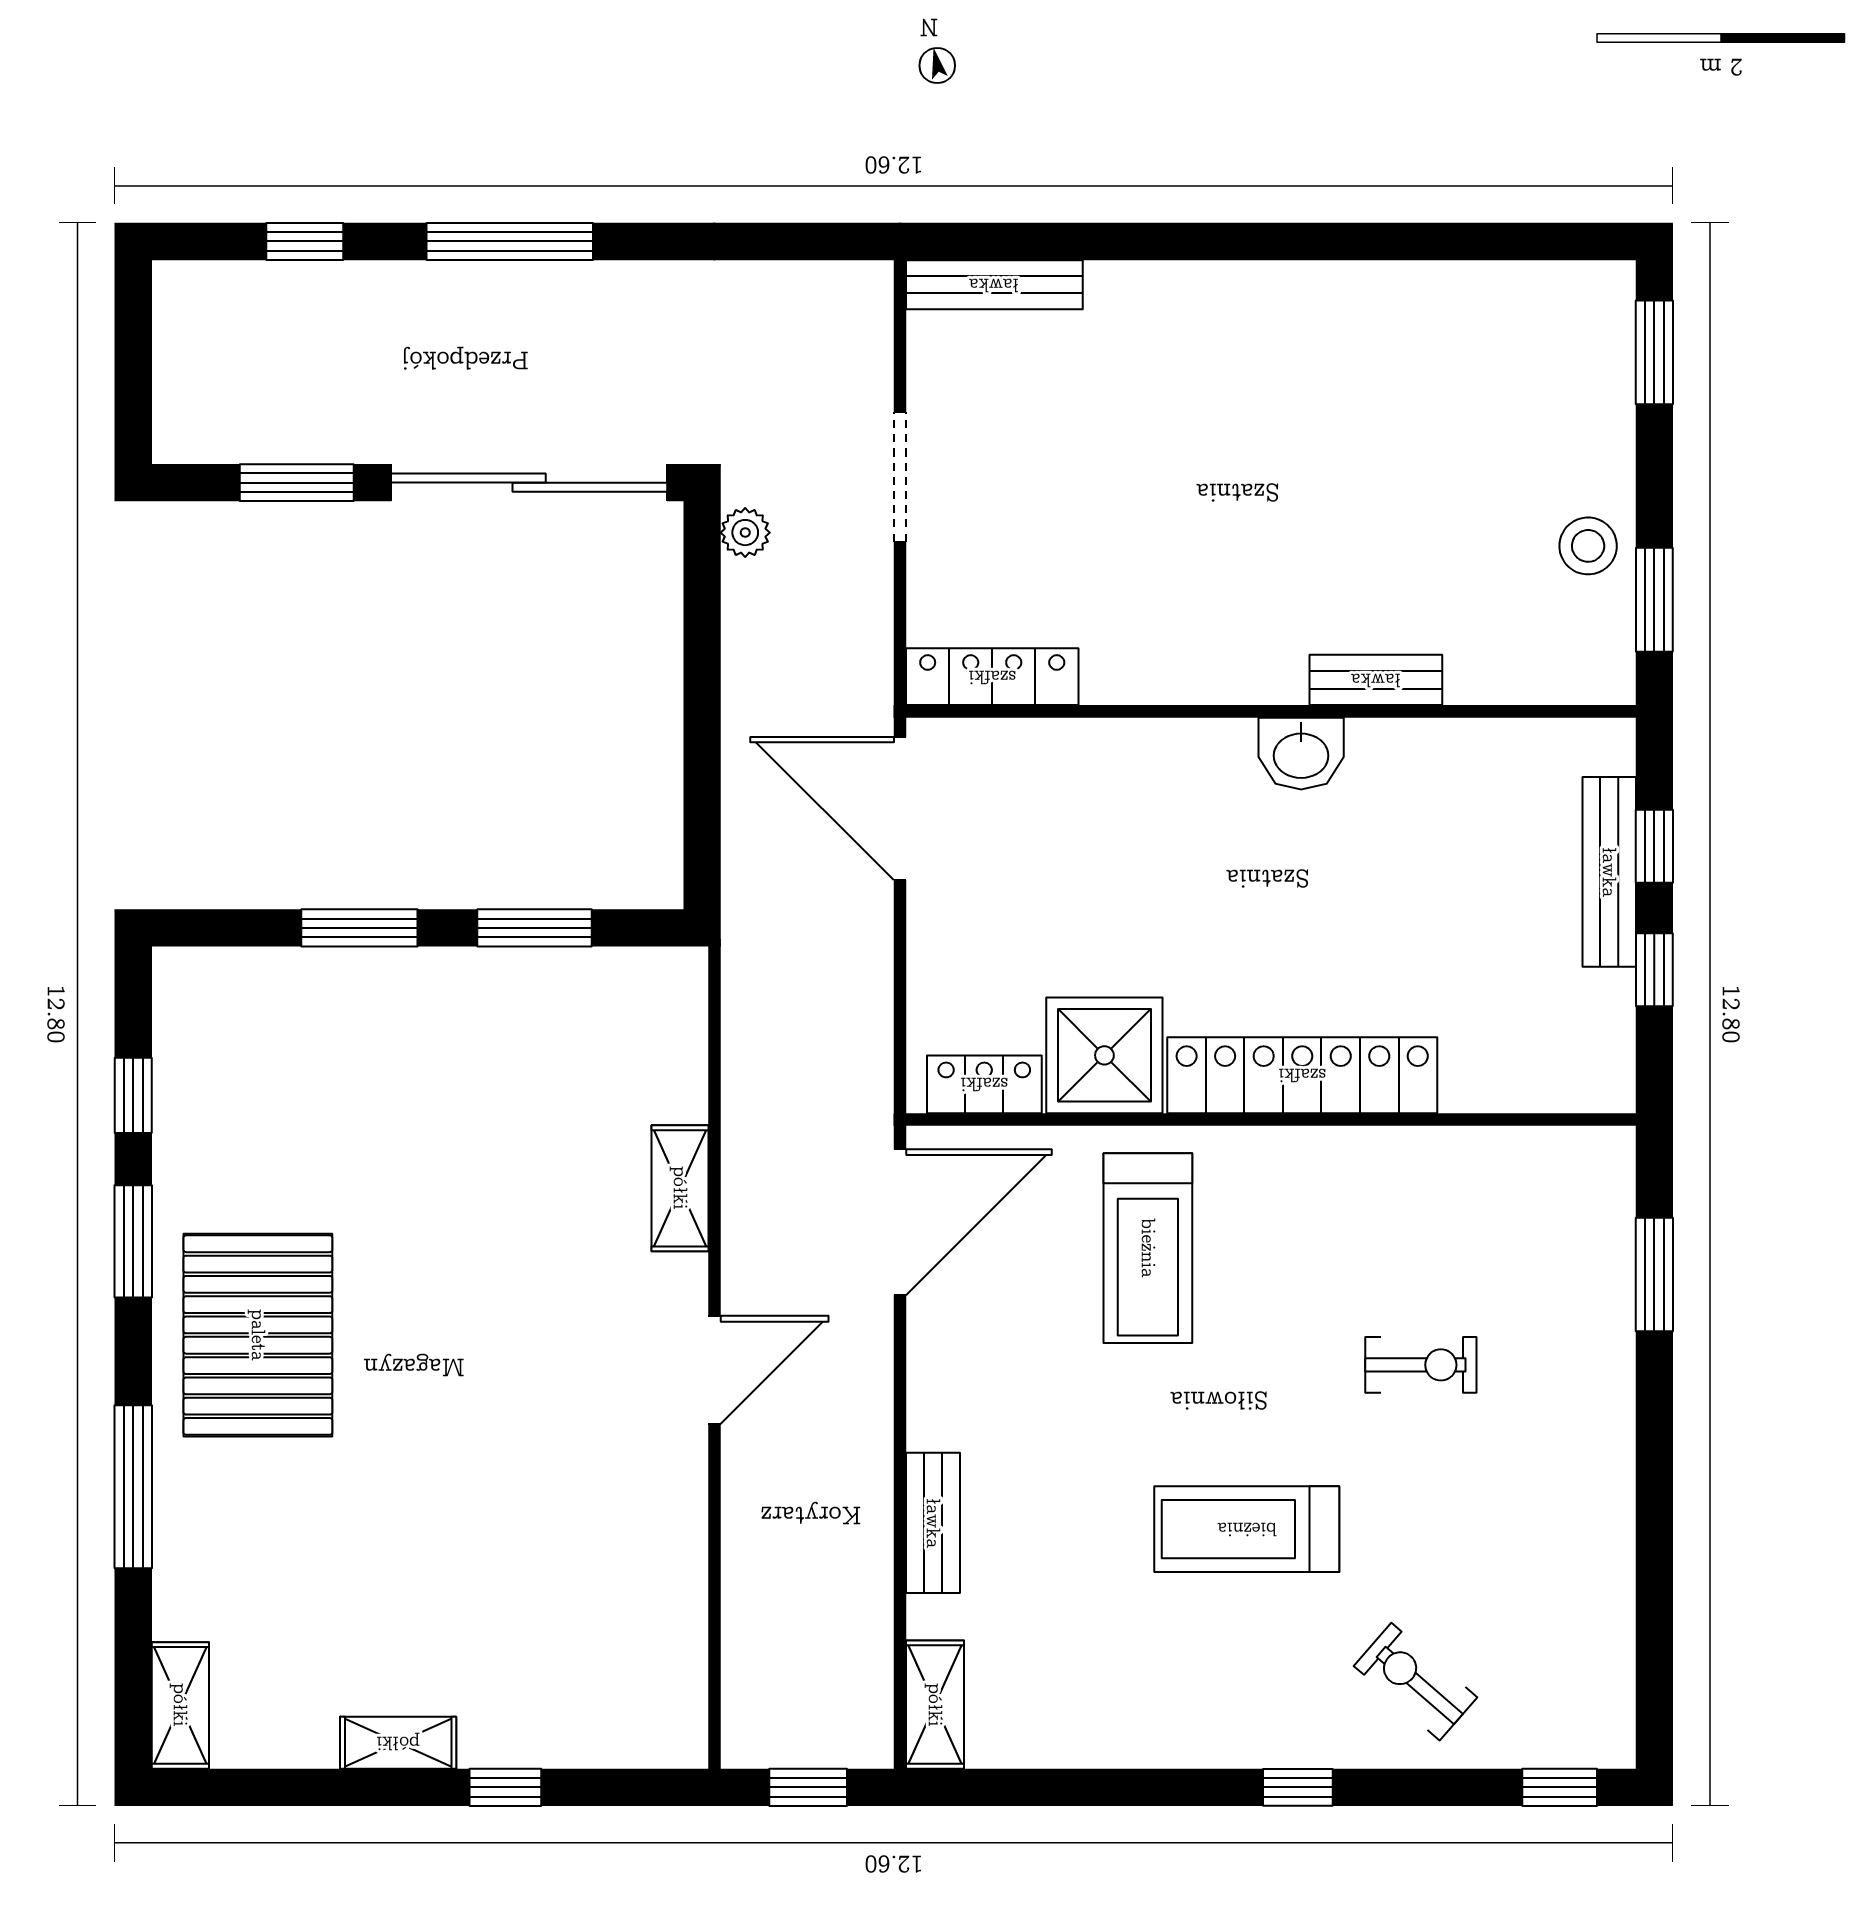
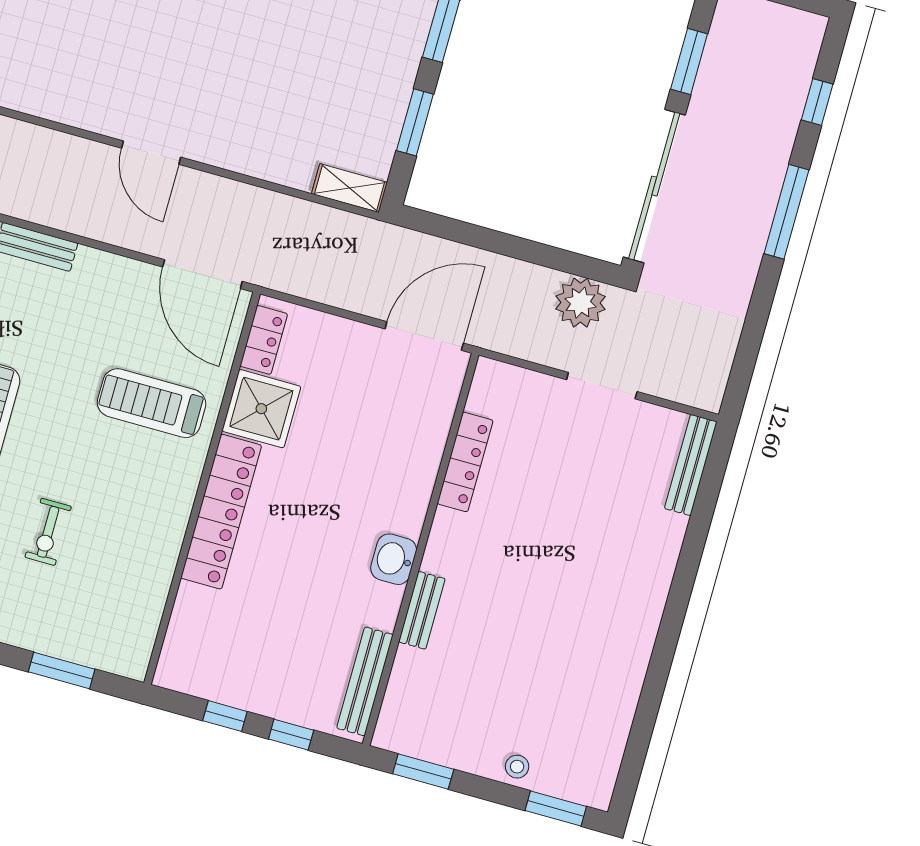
plant: (745, 533) -> (581, 303), width x1.88, depth x1.88
stool: (1588, 546) -> (517, 767), moved, width x0.73, depth x0.73
locker: (992, 677) -> (465, 462), moved
bench: (1609, 872) -> (365, 681), moved, turned 90
shelving: (680, 1188) -> (349, 188), moved

